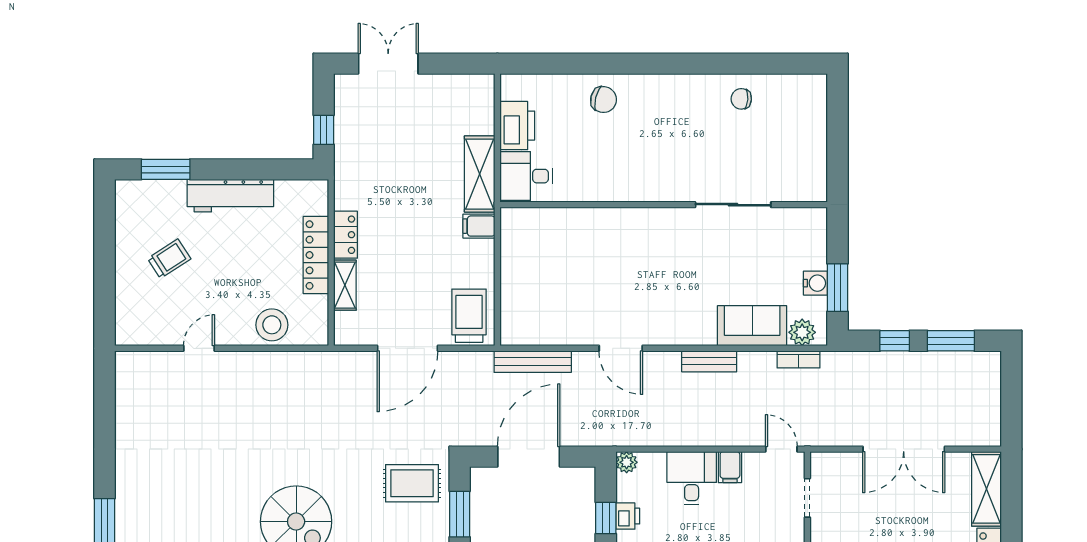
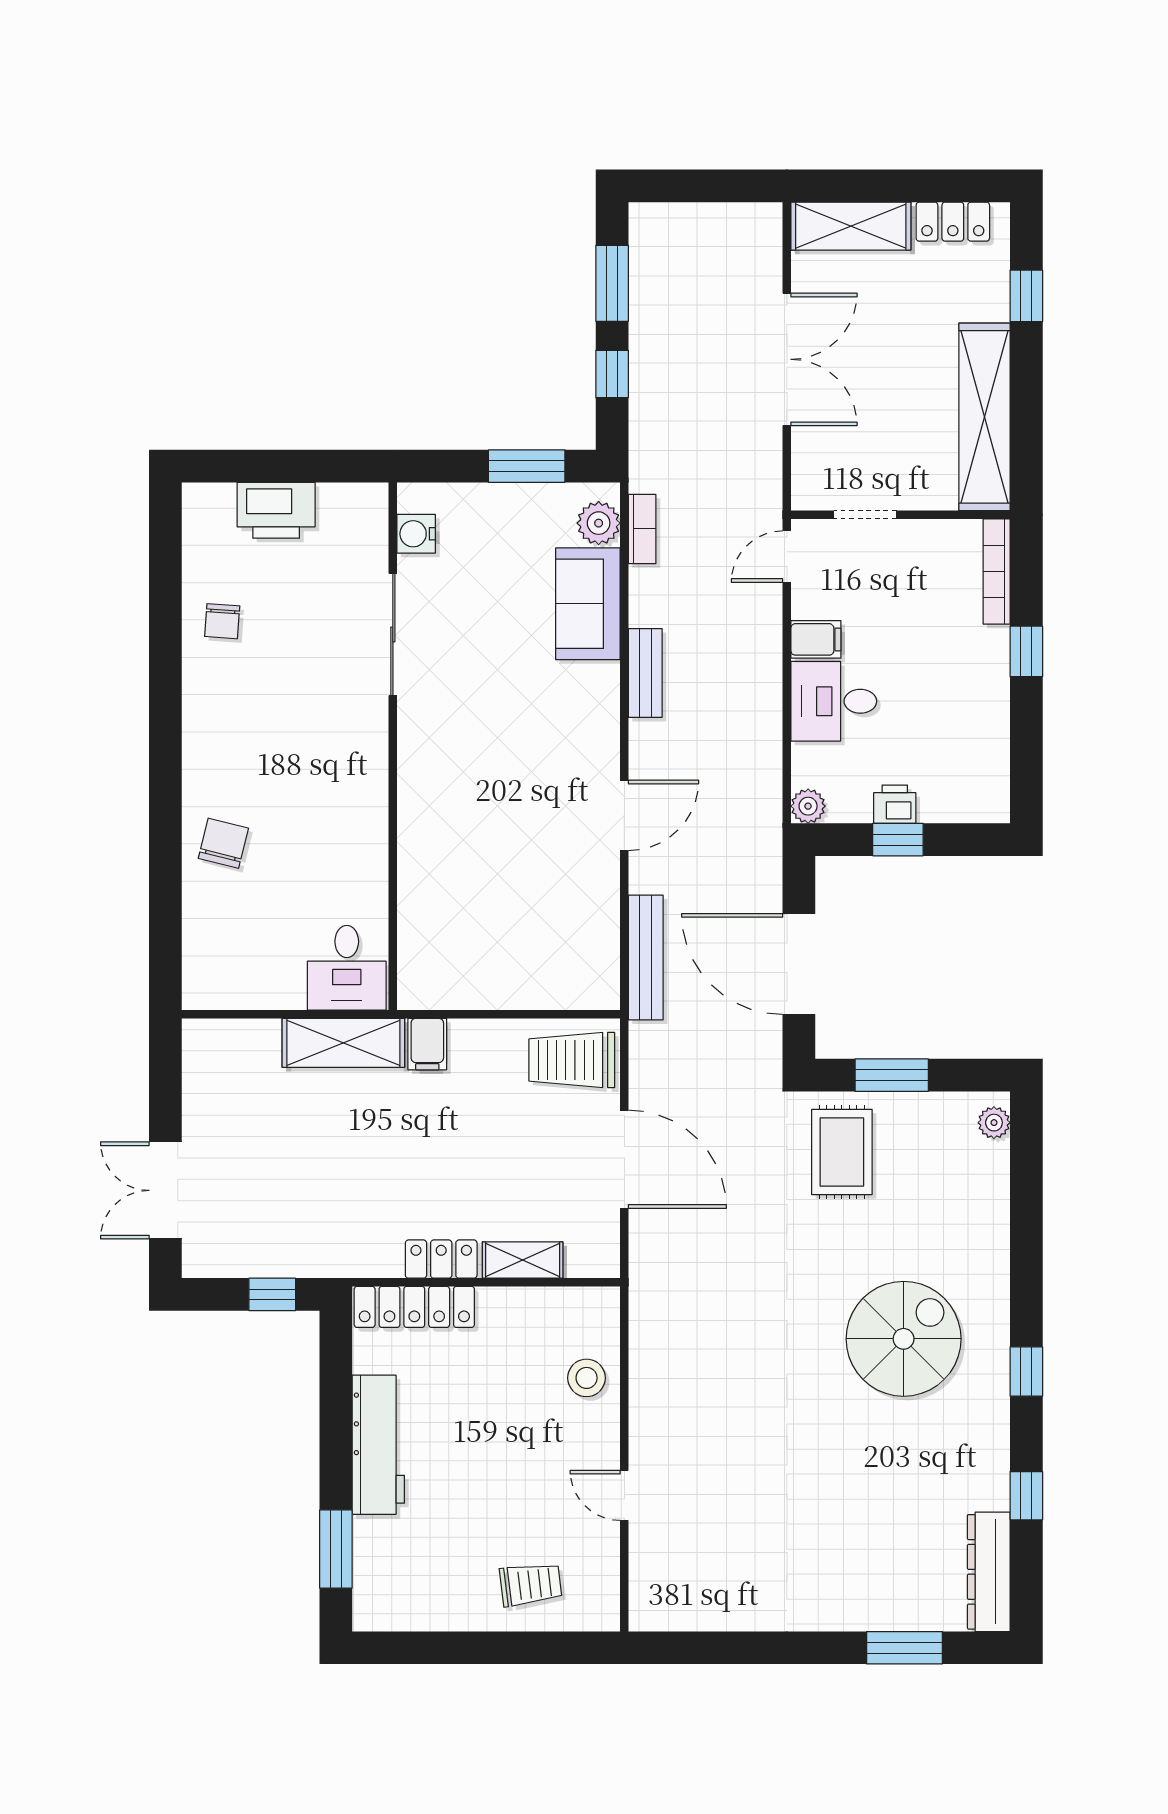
printer: (517, 126) -> (276, 510), moved, turned 180
locker: (316, 255) -> (414, 1307), moved
trolley: (169, 259) -> (531, 1584), moved, turned 116
water cooler: (815, 283) -> (416, 534), moved, turned -90
stool: (272, 325) -> (587, 1378), width x0.73, depth x0.73

